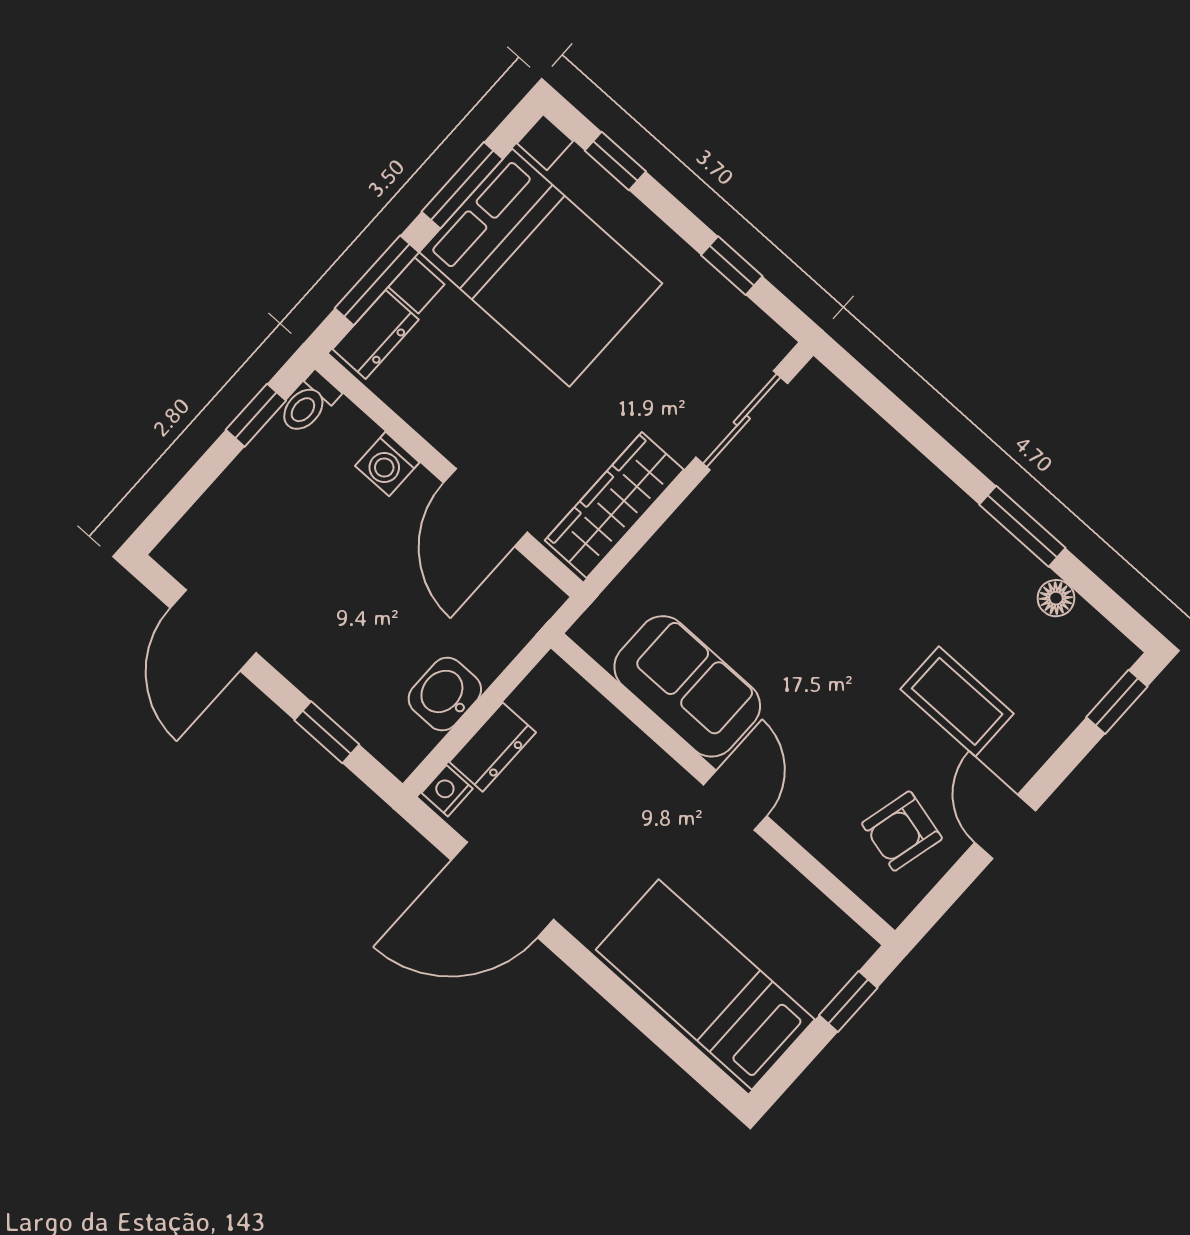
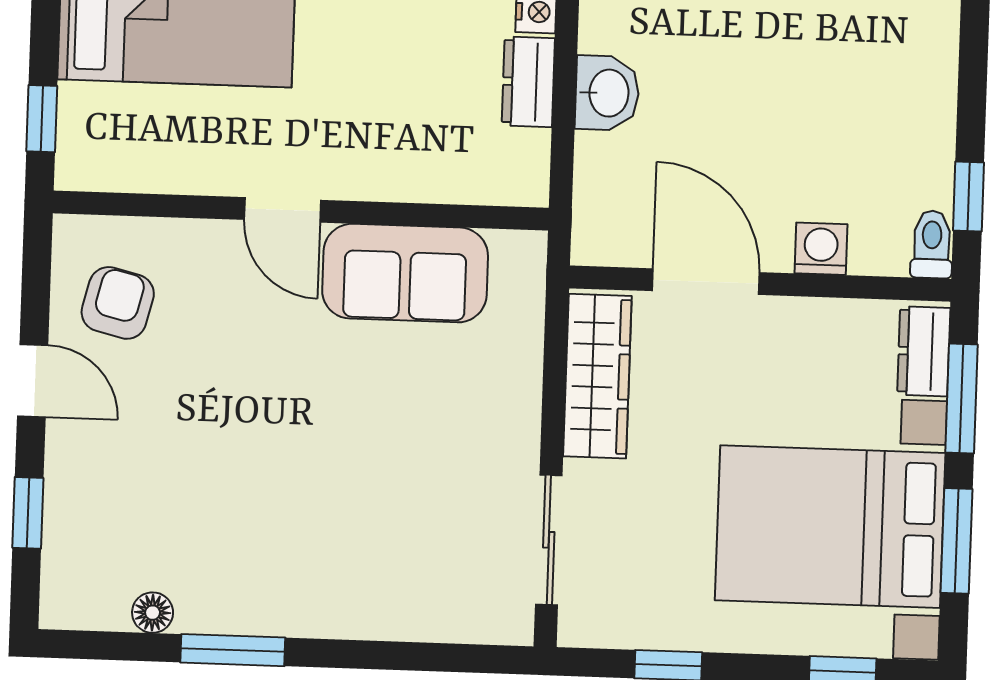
coffee table: (957, 701) -> (163, 453), removed
window: (1117, 702) -> (28, 513), moved

